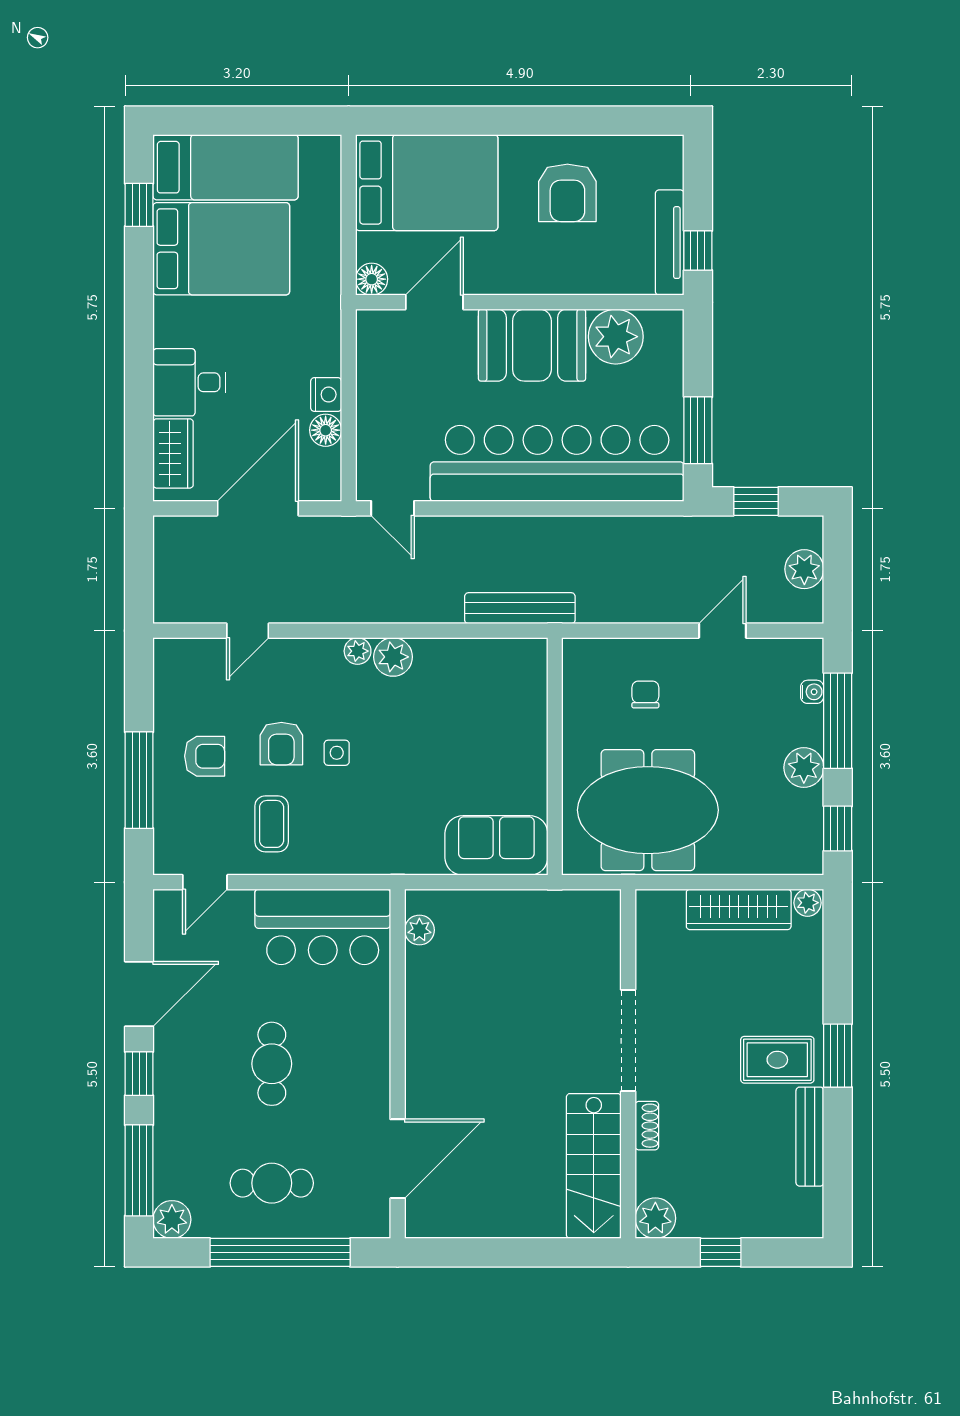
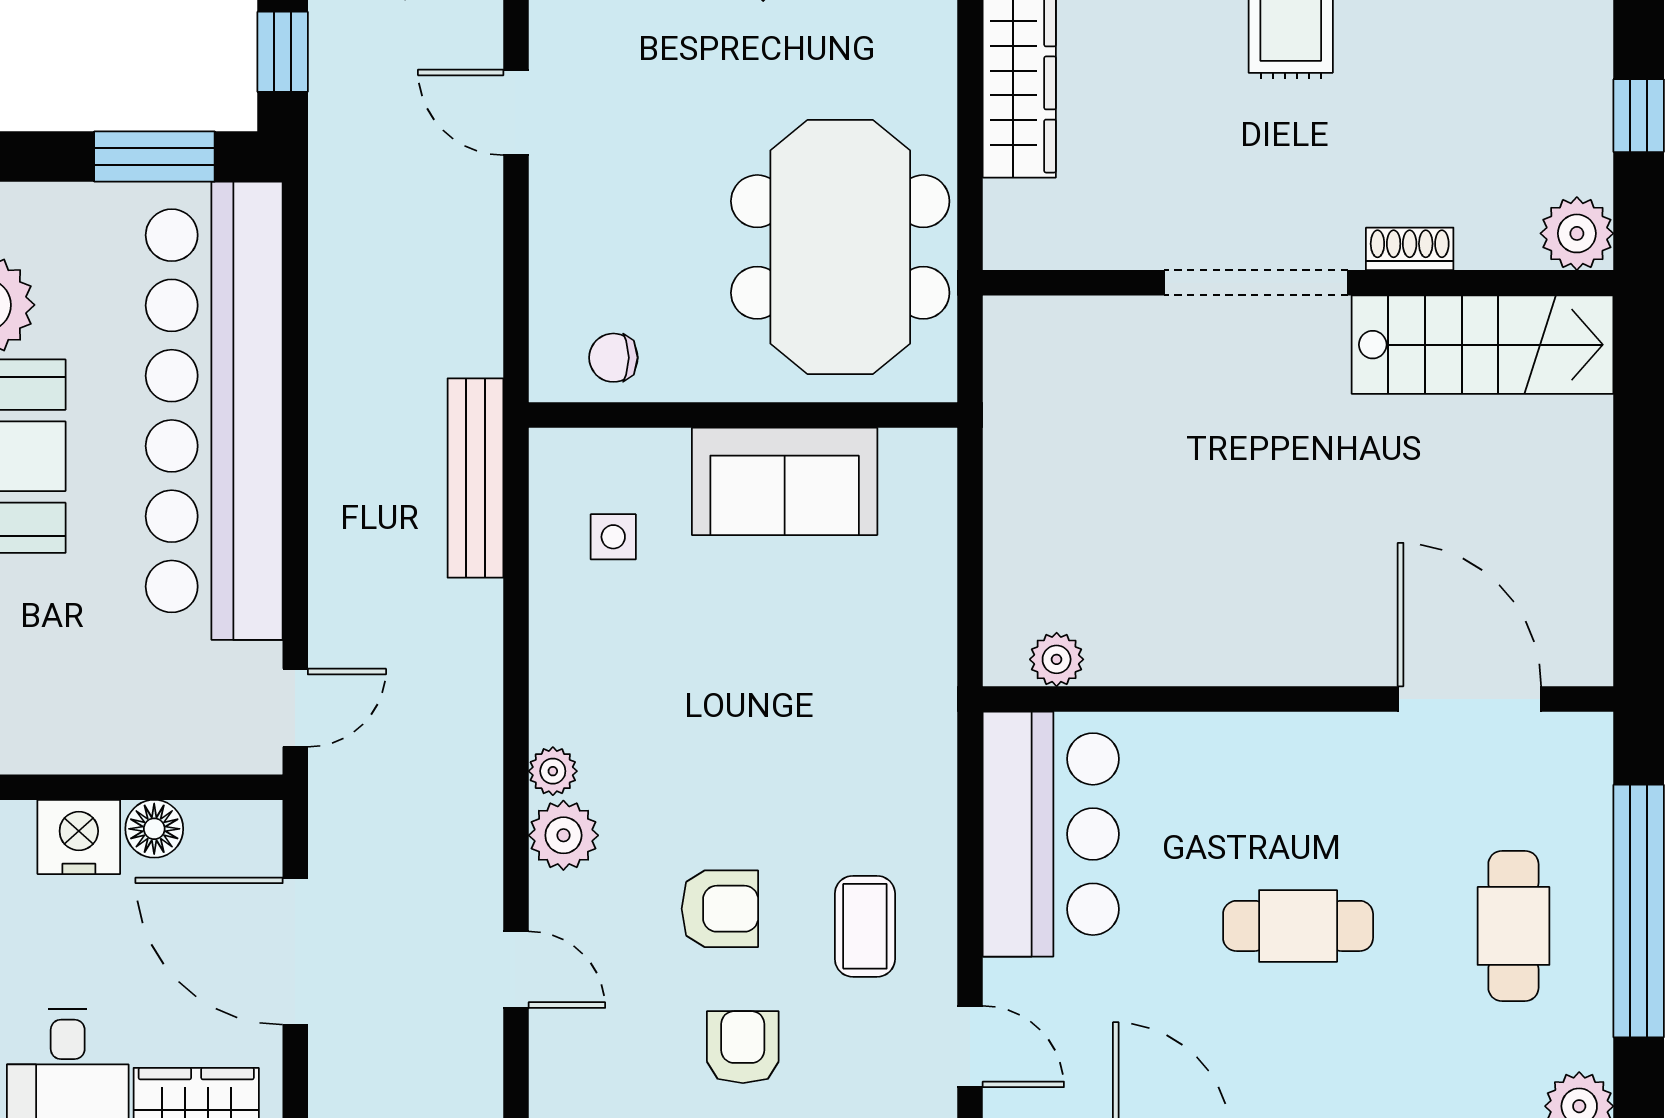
nightstand: (326, 395) -> (79, 837), width x1.36, depth x1.33
plant: (393, 657) -> (563, 835), moved
chair: (645, 694) -> (613, 358), moved
side table: (337, 753) -> (613, 537), moved
coffee table: (272, 824) -> (865, 926), turned 90
sofa: (496, 845) -> (785, 481), moved, turned -90

